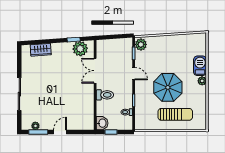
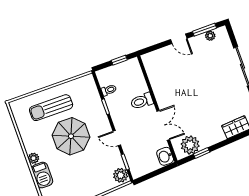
washbasin: (102, 123) -> (165, 156), moved
door: (60, 132) -> (179, 39), hinge flipped

